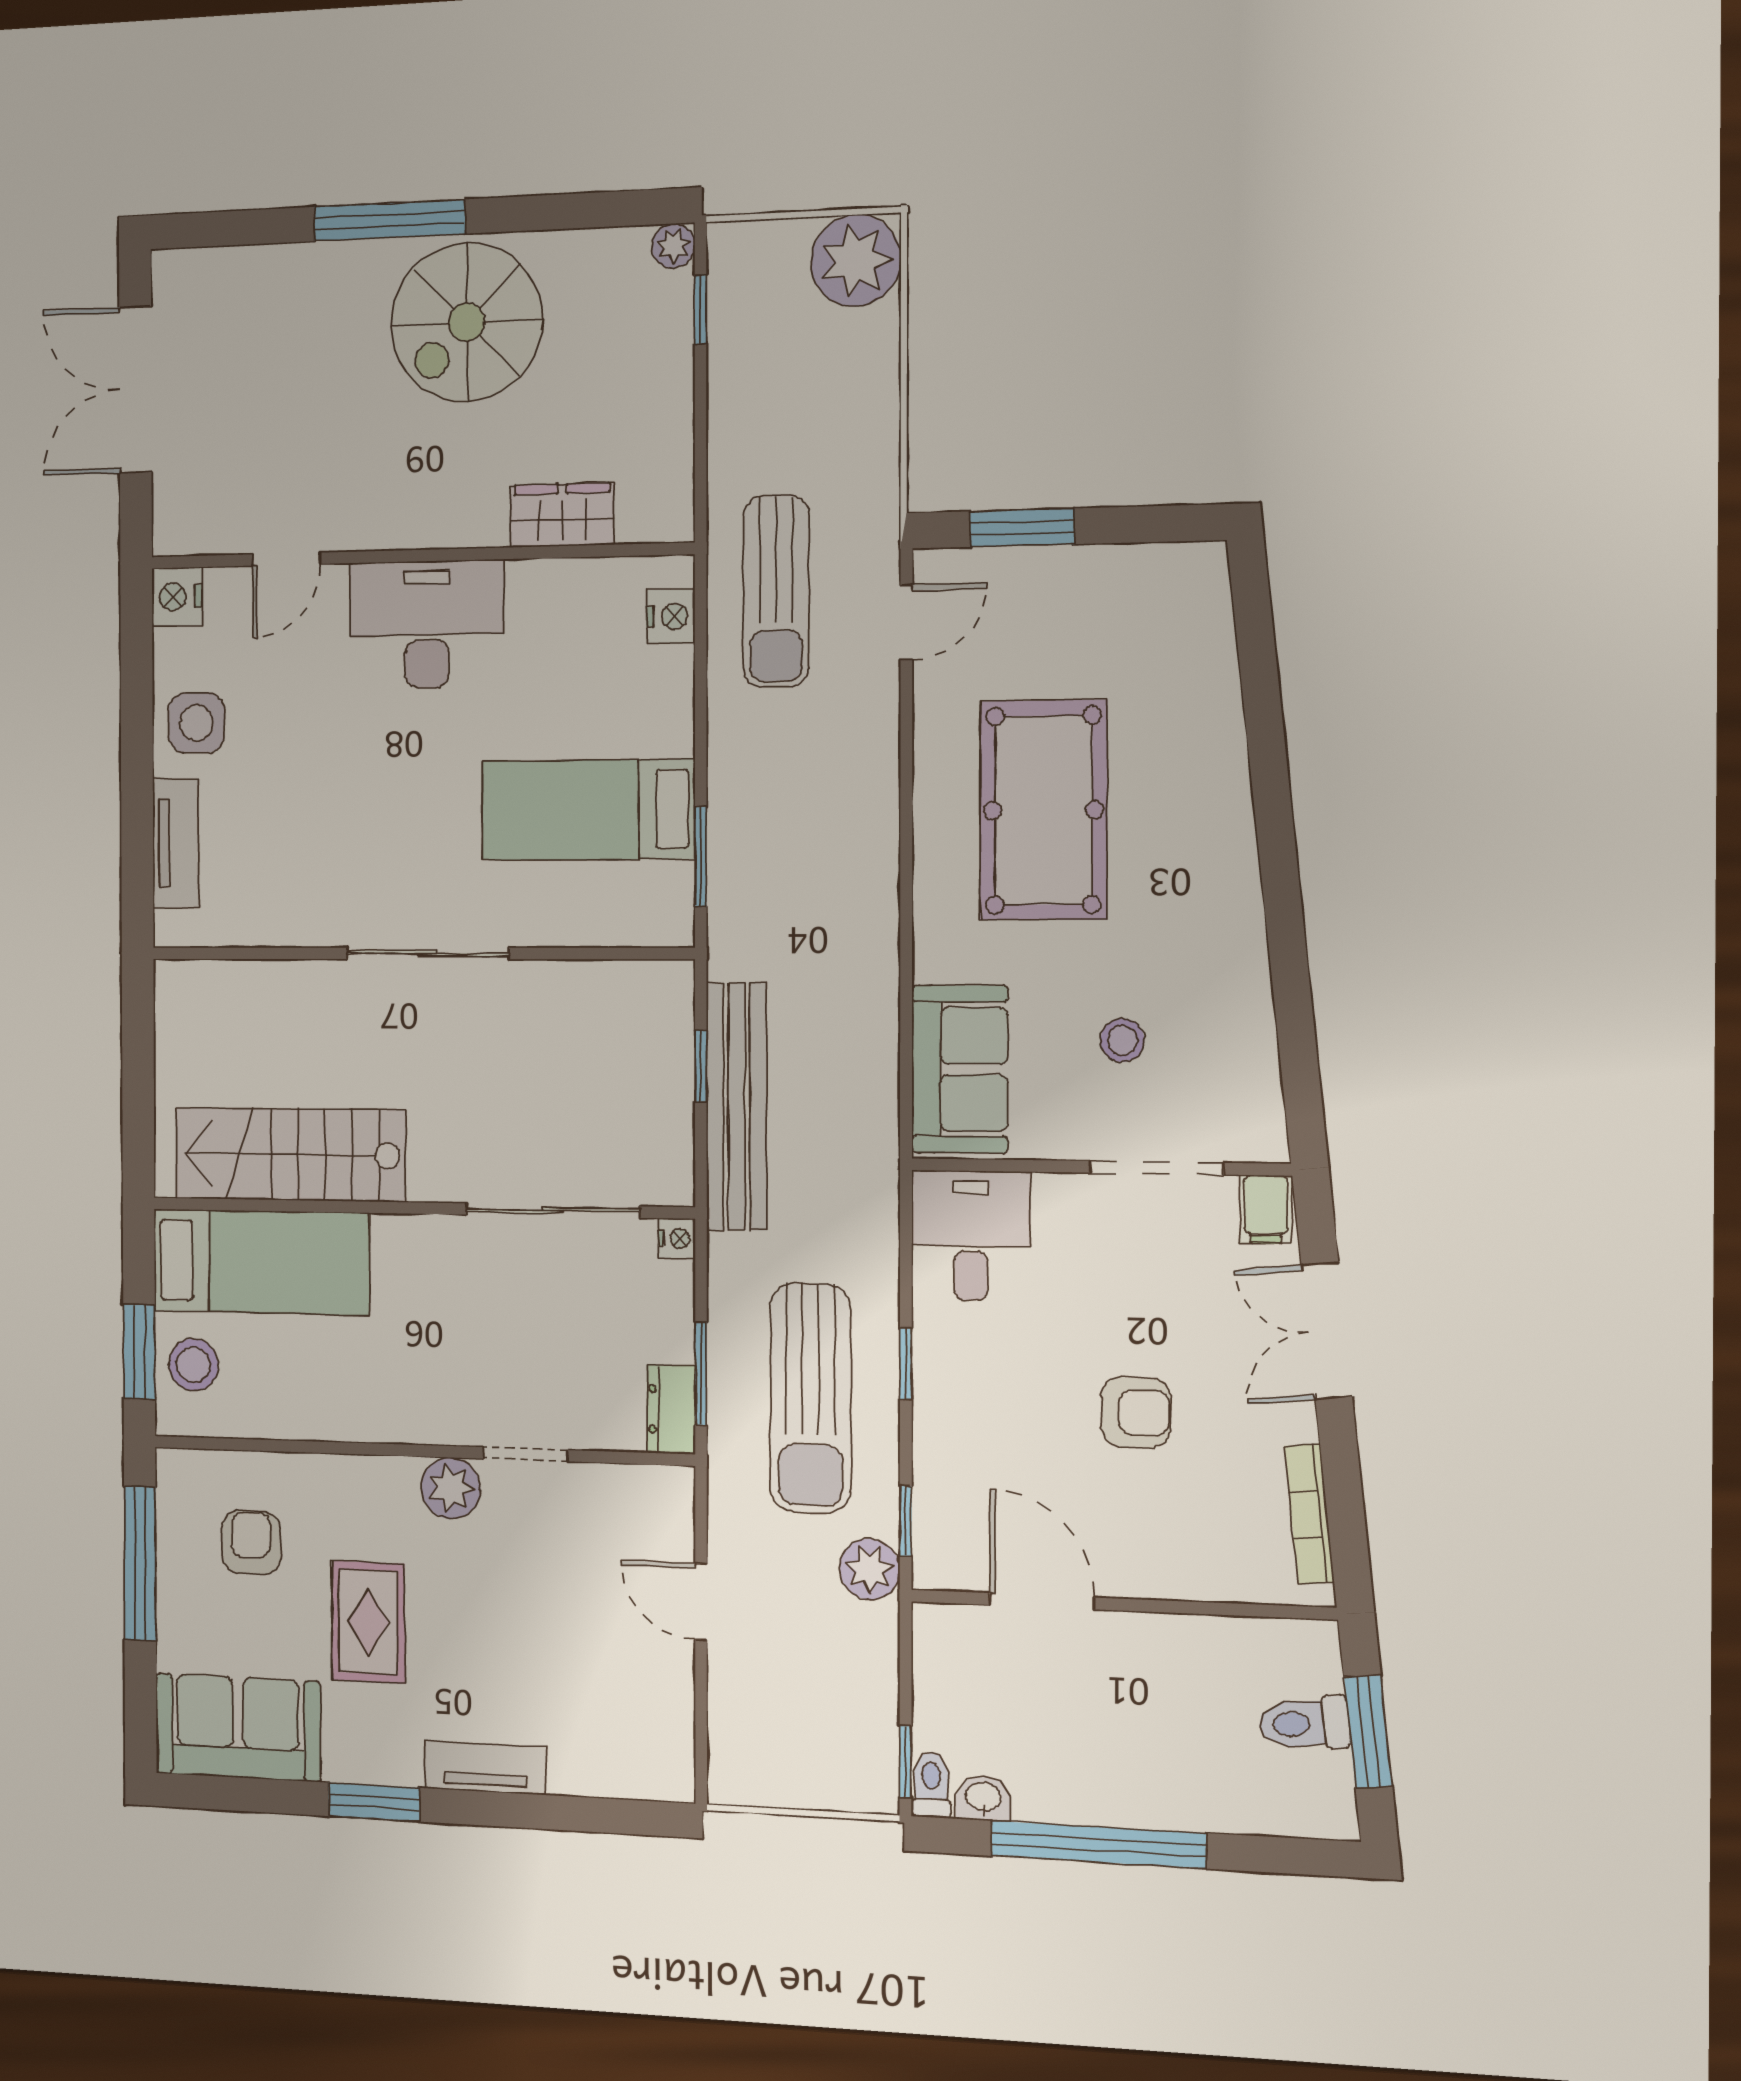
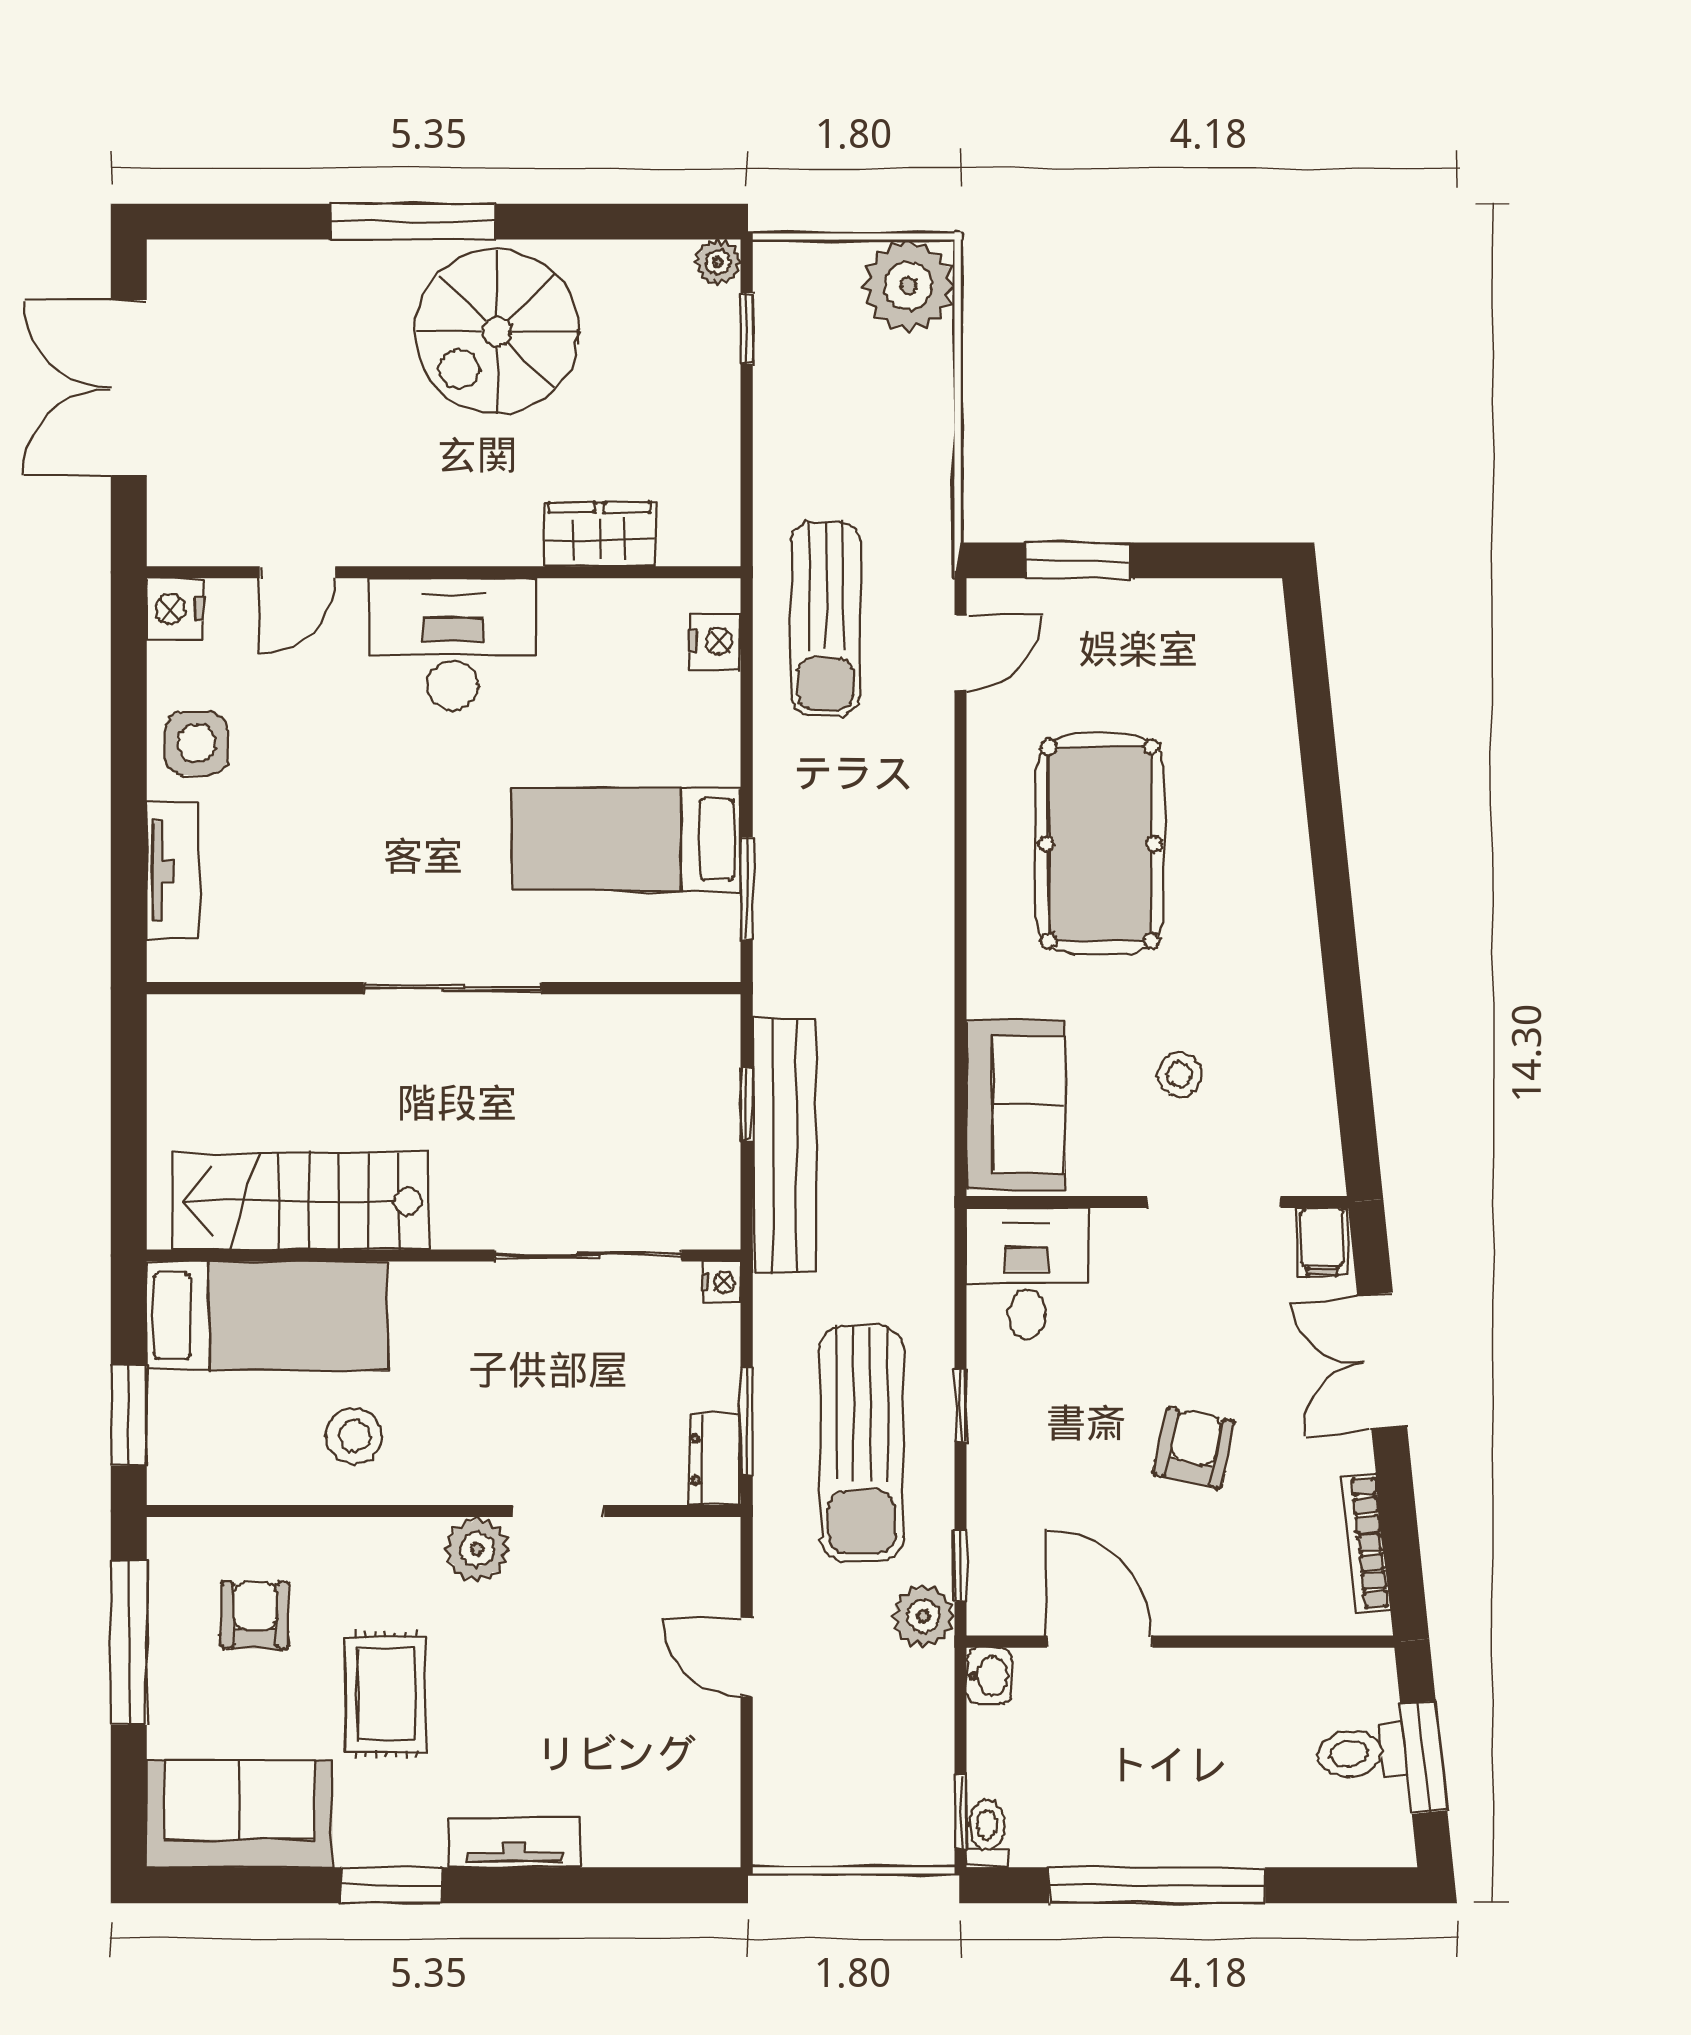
stool: (194, 1365) -> (354, 1436), moved
armchair: (1136, 1413) -> (1194, 1448), turned -78
washbasin: (983, 1798) -> (989, 1676), moved, turned 90

